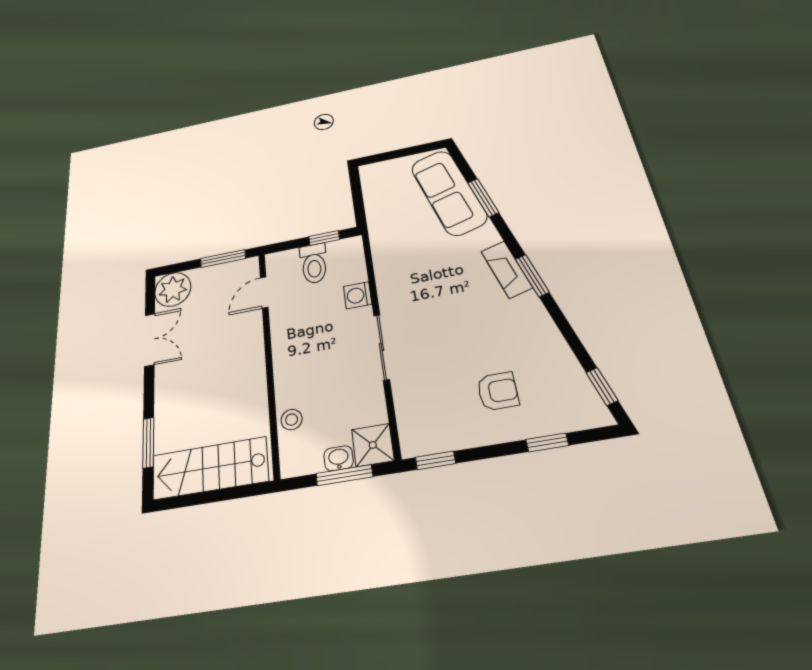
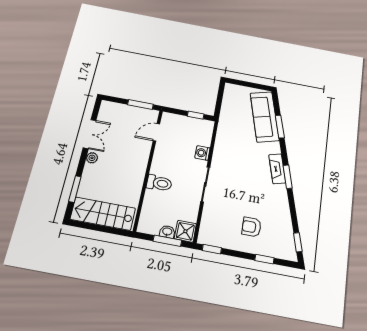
toilet: (314, 263) -> (159, 183), moved, turned -90
plant: (173, 289) -> (92, 158), moved, width x0.53, depth x0.53
armchair: (498, 391) -> (251, 227), turned 180
stool: (292, 420) -> (150, 204), removed

